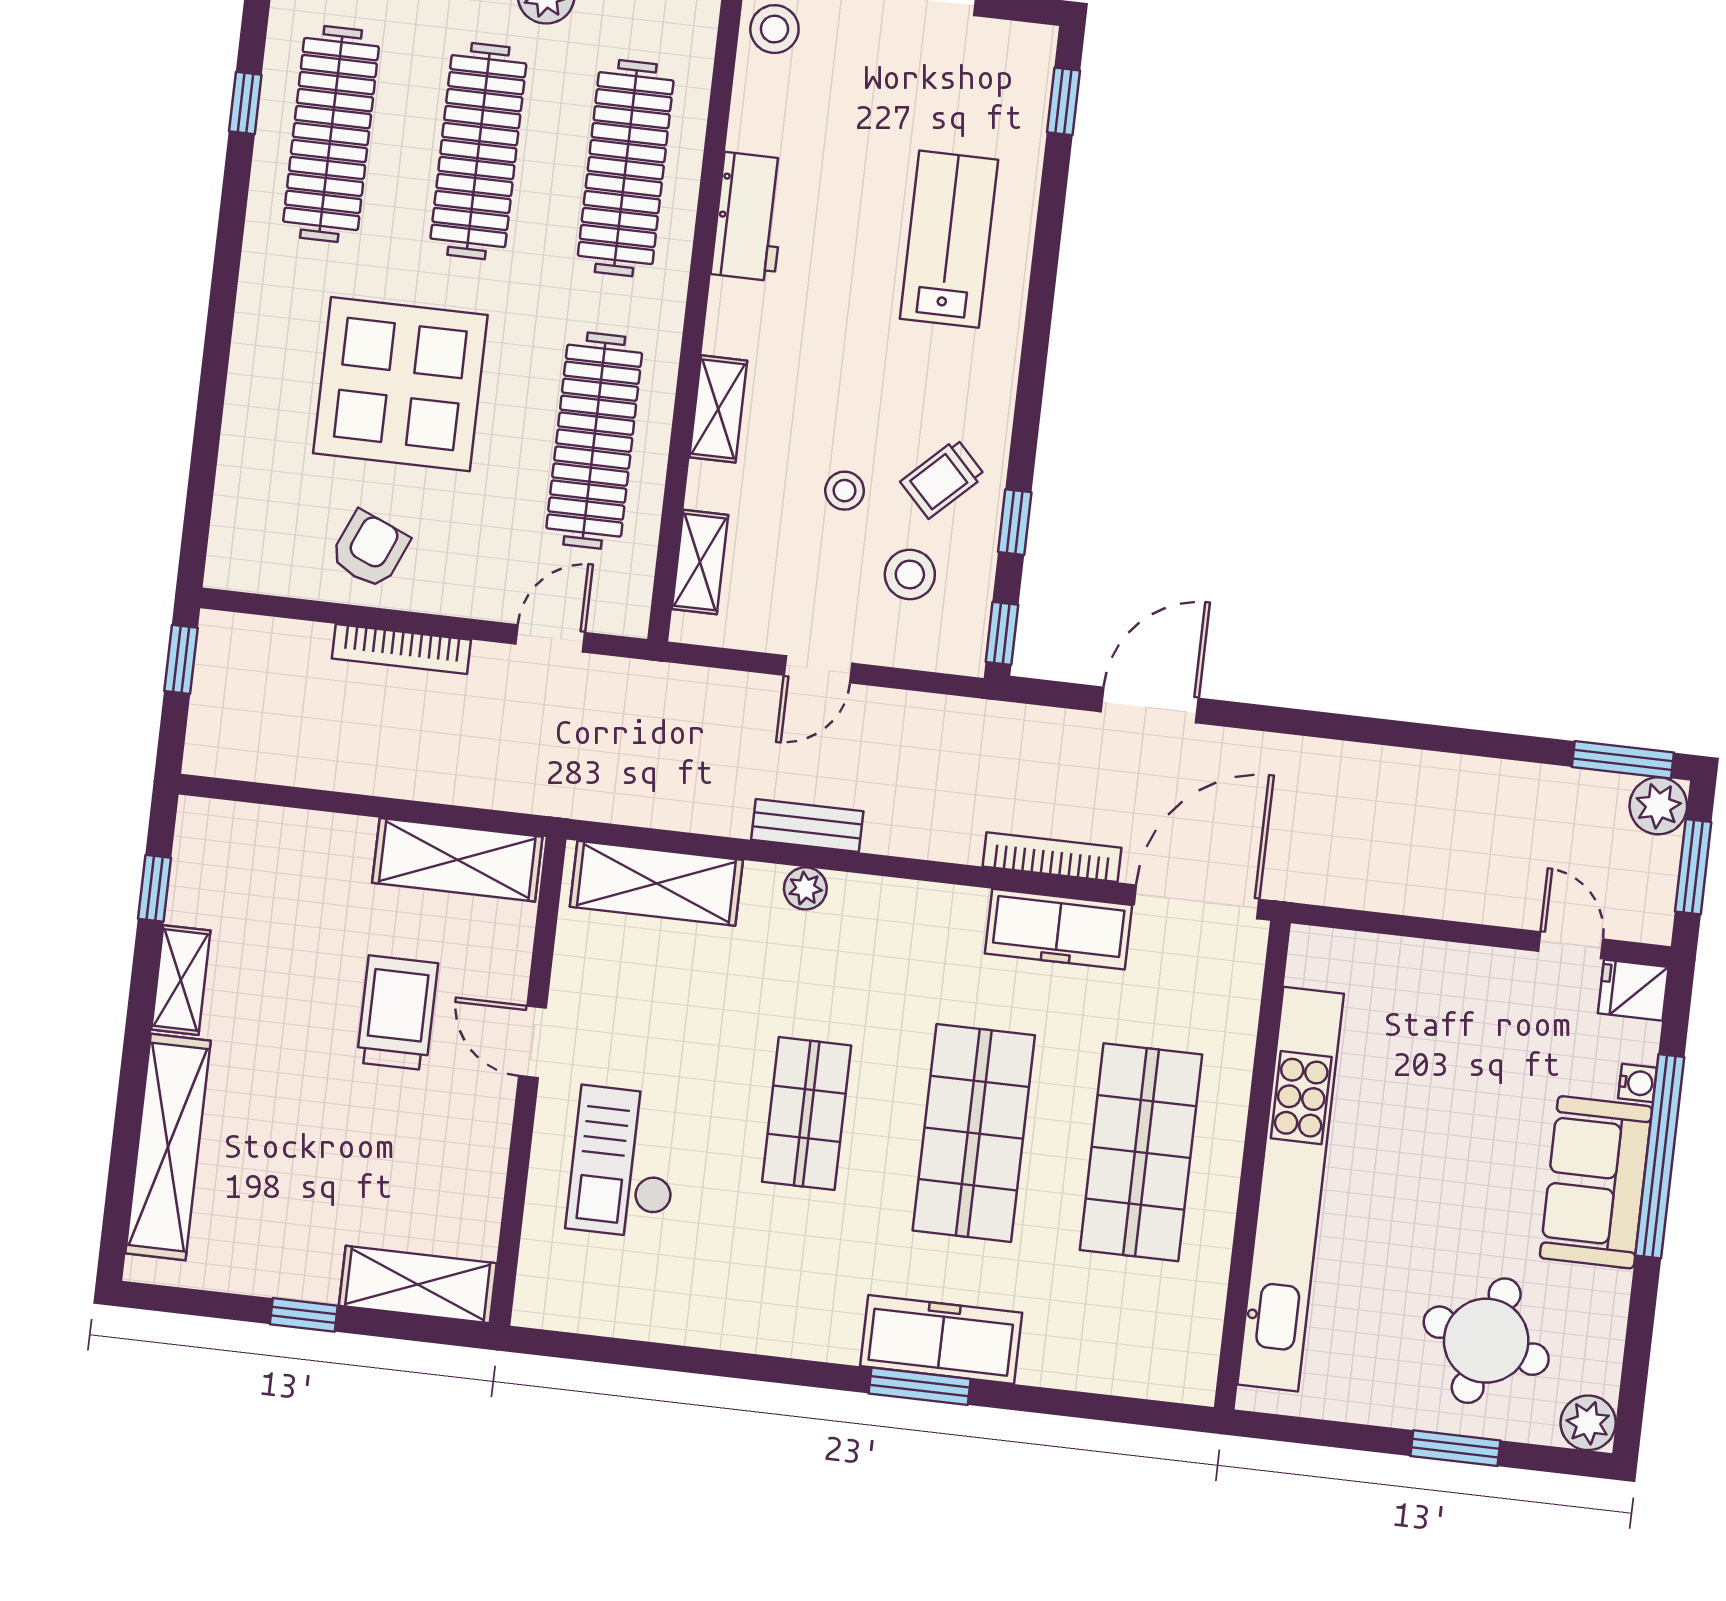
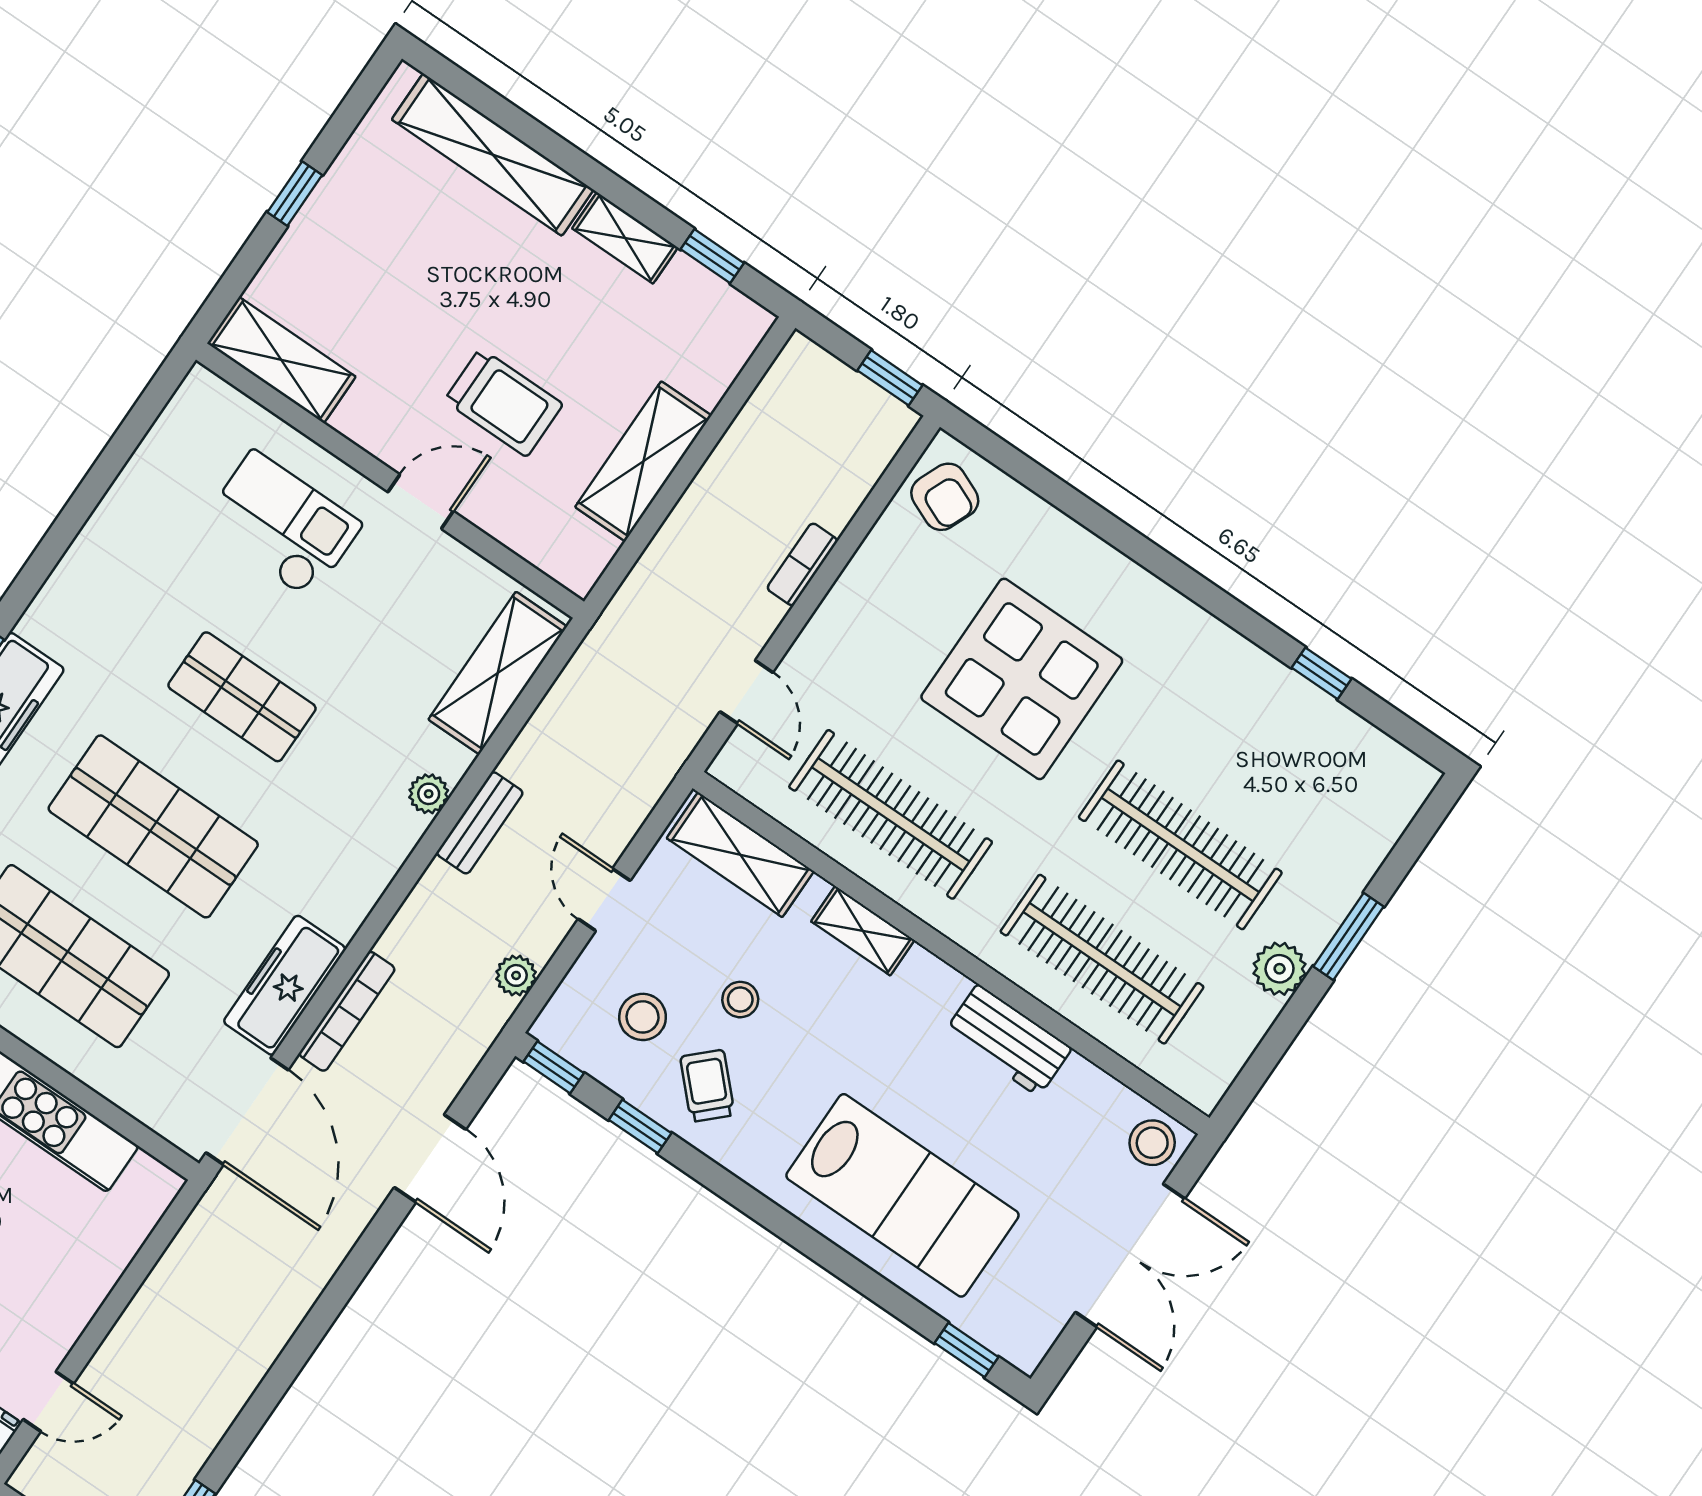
clothes rail: (331, 134) -> (1259, 731), removed
lab bench: (949, 239) -> (902, 1195), width x1.36, depth x1.39
armchair: (370, 549) -> (945, 497), moved
shelving: (700, 562) -> (740, 855), width x1.50, depth x1.33
bookcase: (401, 649) -> (802, 564), width x0.64
plant: (934, 715) -> (516, 975), added
shelving: (457, 860) -> (643, 461), moved
shelving: (418, 1284) -> (281, 360), moved, turned 90

